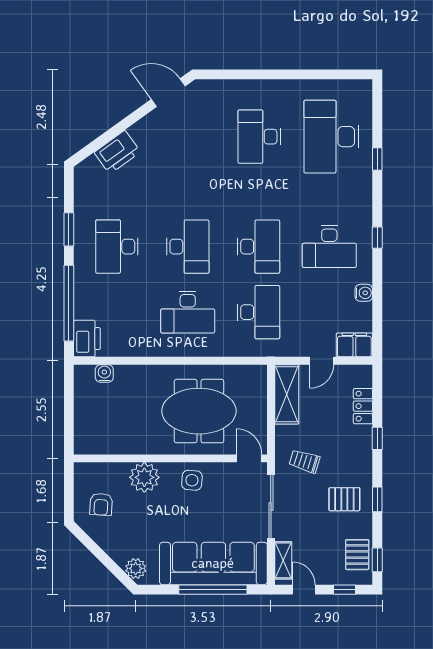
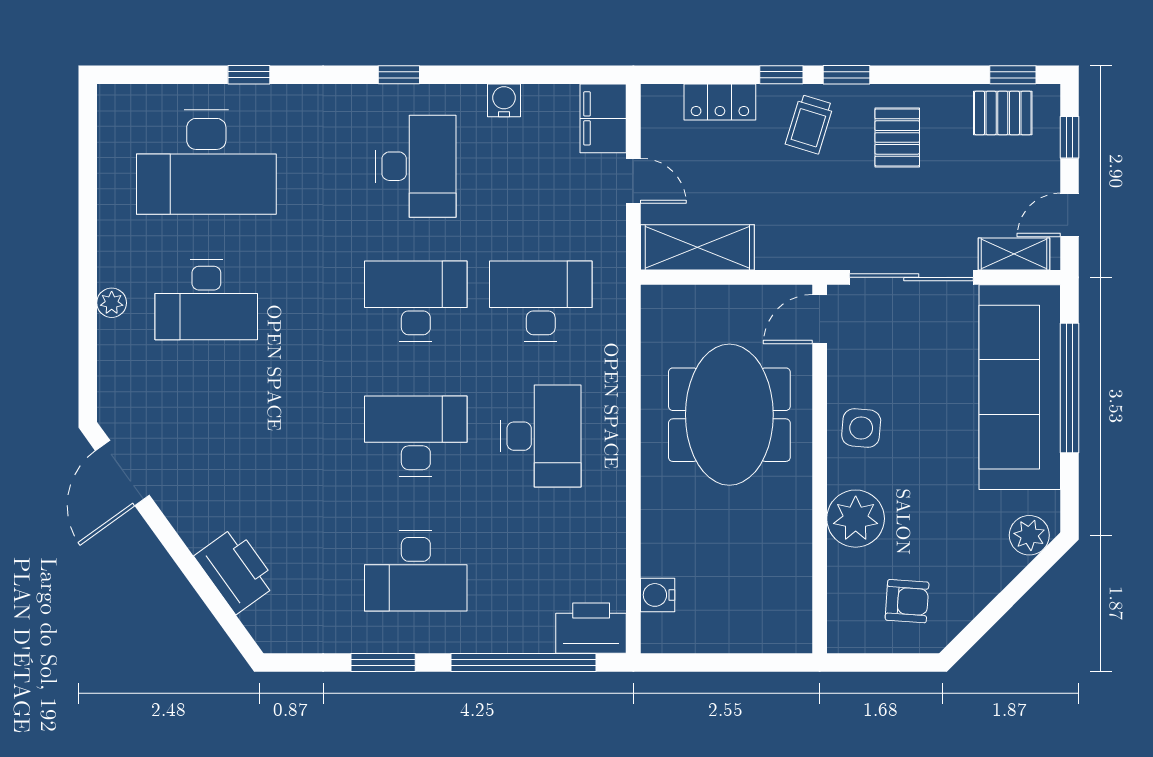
plant: (258, 87) -> (112, 303), added
trolley: (304, 461) -> (809, 124), moved
window: (377, 499) -> (846, 75), moved

